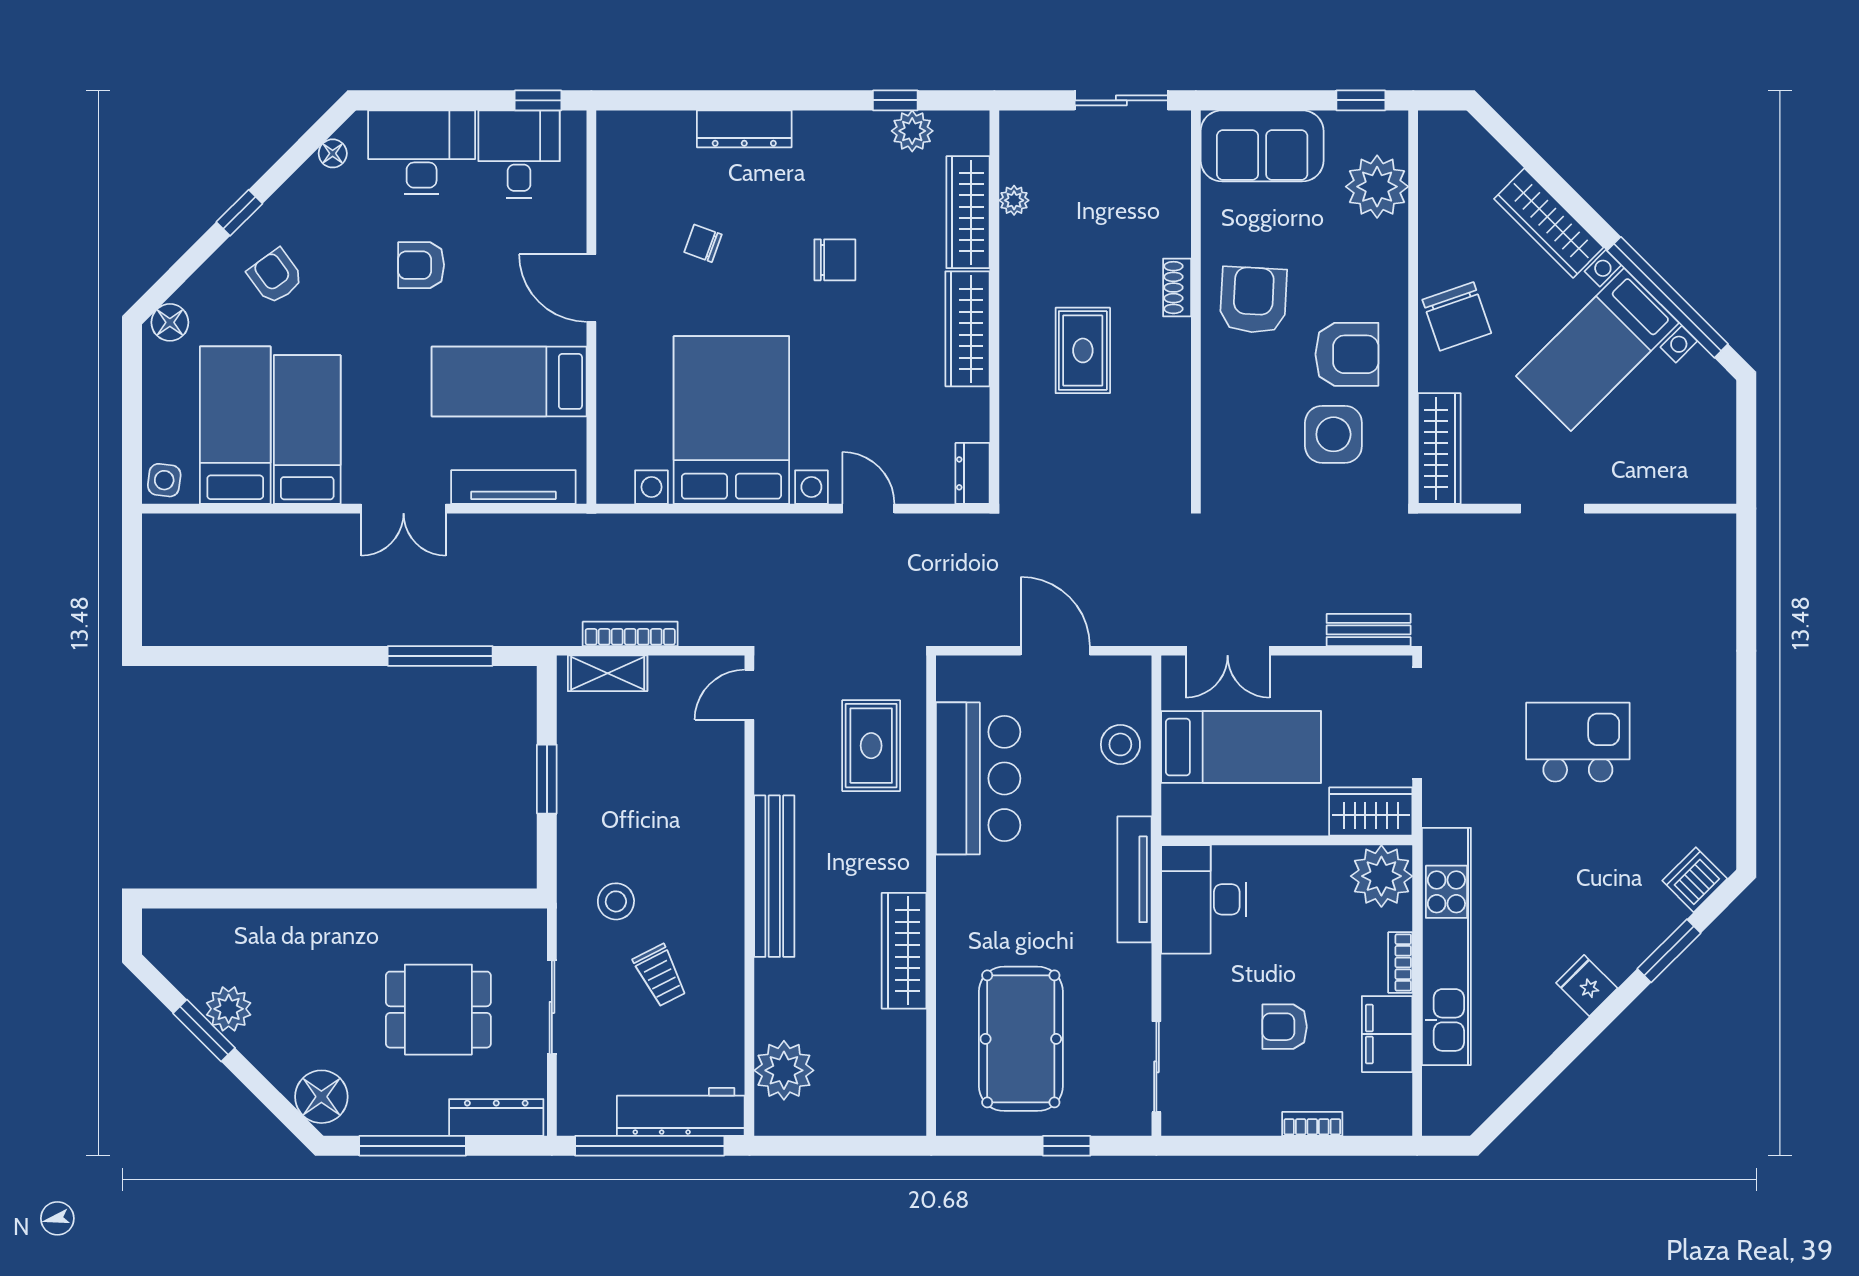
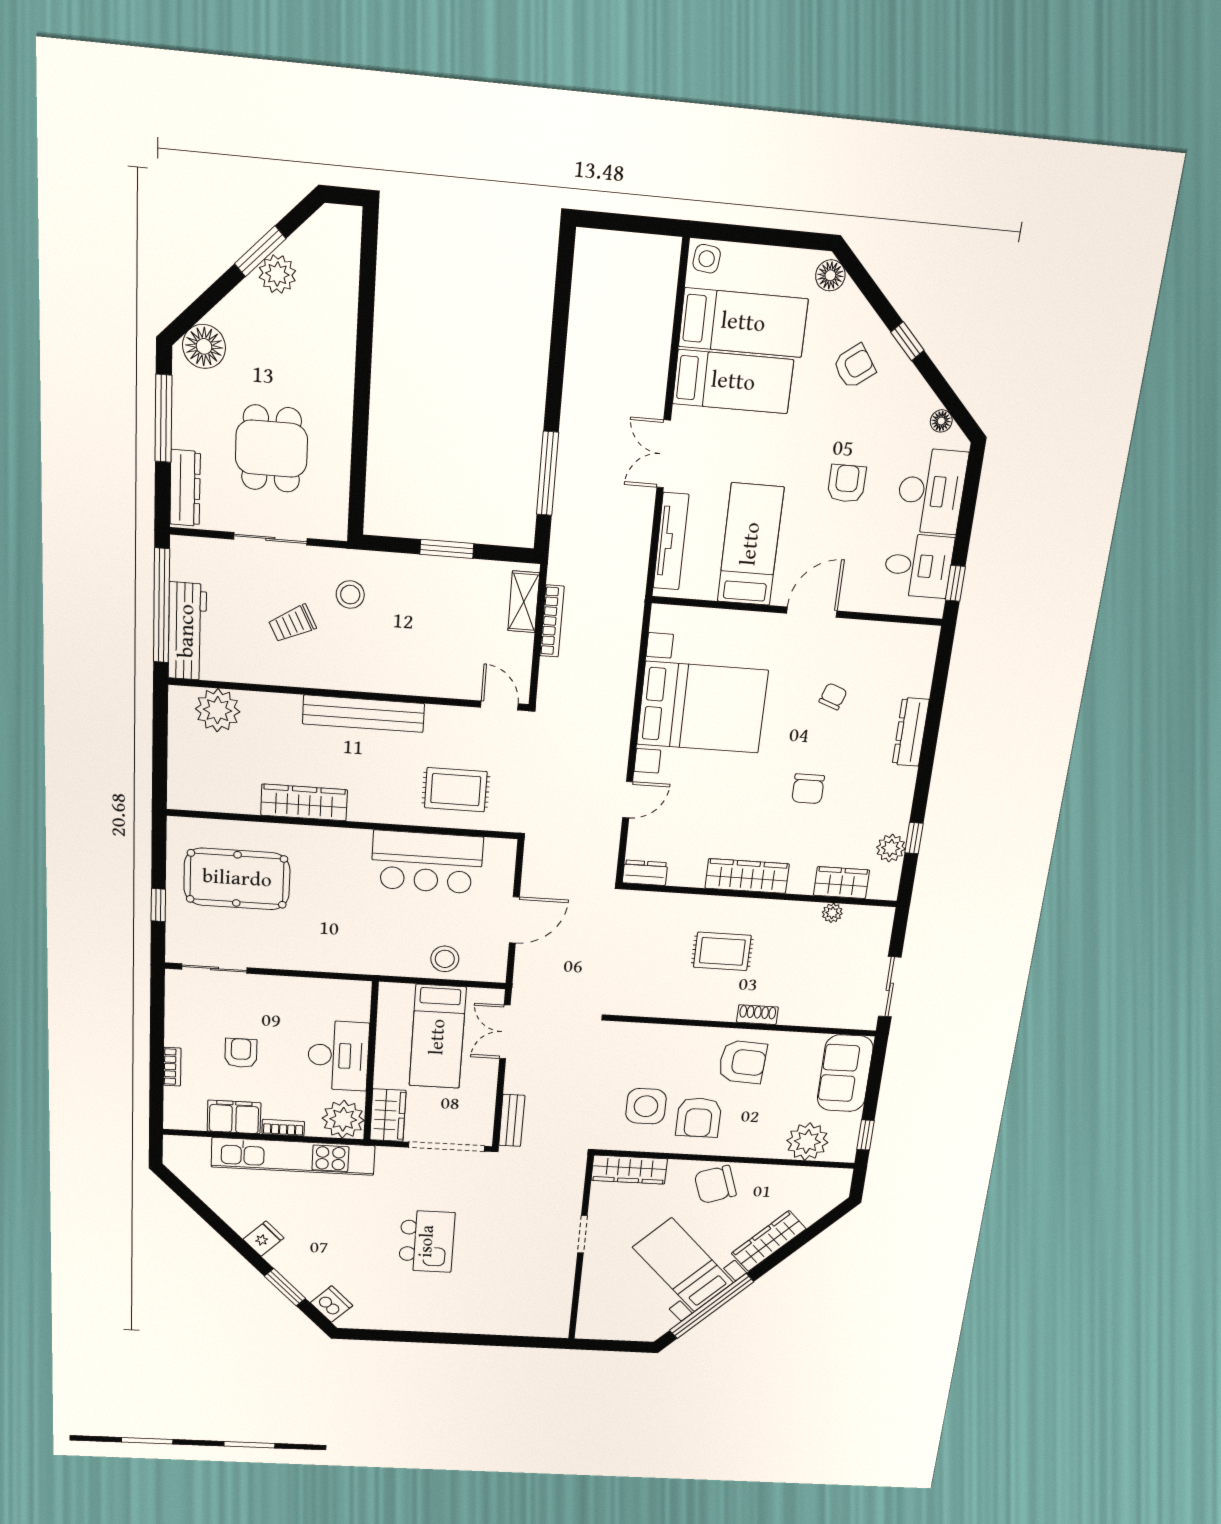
wardrobe: (968, 212) -> (841, 883), width x0.67
tv unit: (1135, 879) -> (349, 962), removed
desk: (1204, 899) -> (338, 1056), moved, turned 90

